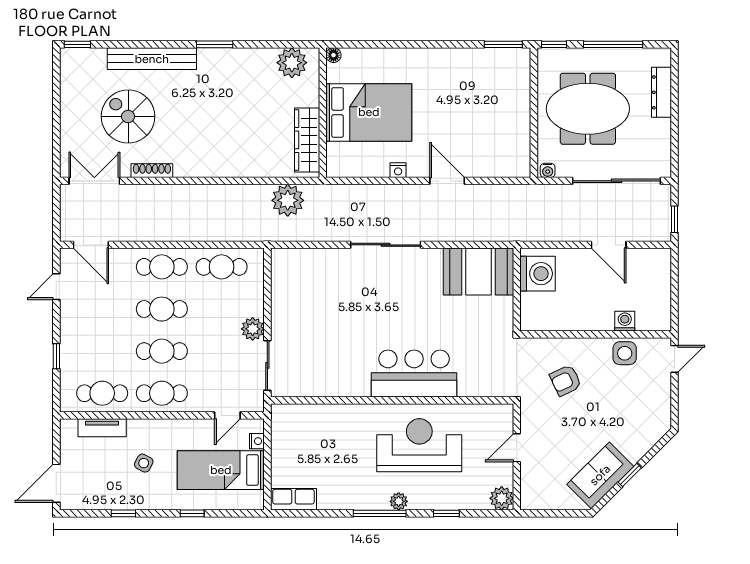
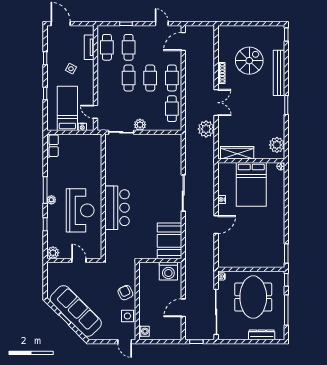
double door: (94, 181) -> (216, 103), moved
plant: (288, 200) -> (206, 129), moved
washing machine: (625, 321) -> (144, 331), moved
armchair: (566, 380) -> (125, 293), moved
cafe table: (162, 393) -> (129, 47), moved
sofa: (600, 475) -> (76, 311), width x1.85, depth x1.27

